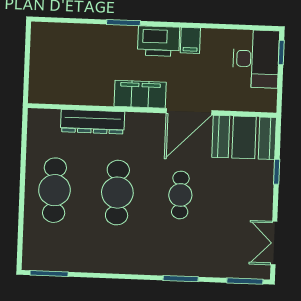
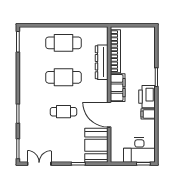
bookcase: (73, 96) -> (115, 51), added

